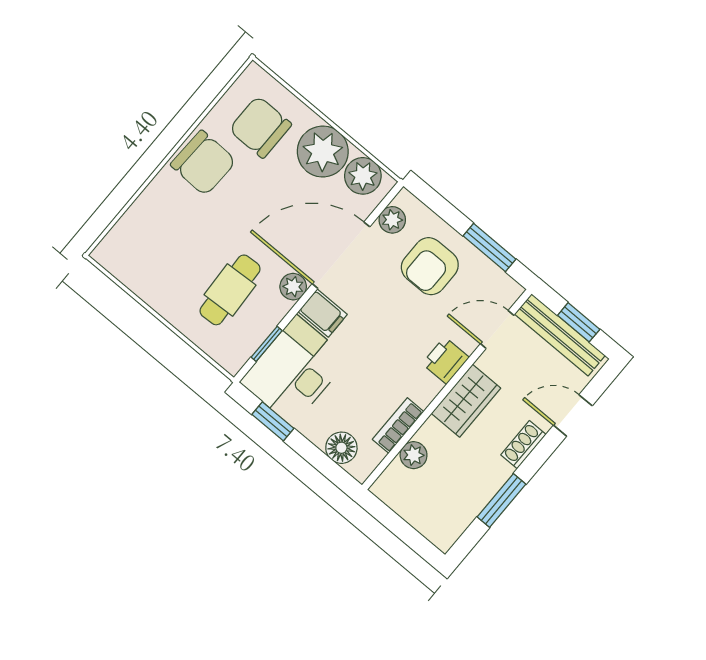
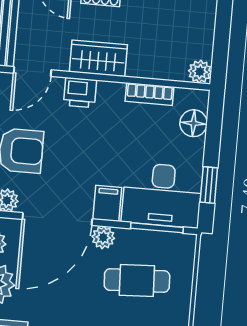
door: (341, 255) -> (57, 219), hinge flipped
door: (497, 330) -> (32, 71), hinge flipped
window: (267, 344) -> (157, 228), width x1.50
plant: (414, 455) -> (200, 72), moved

